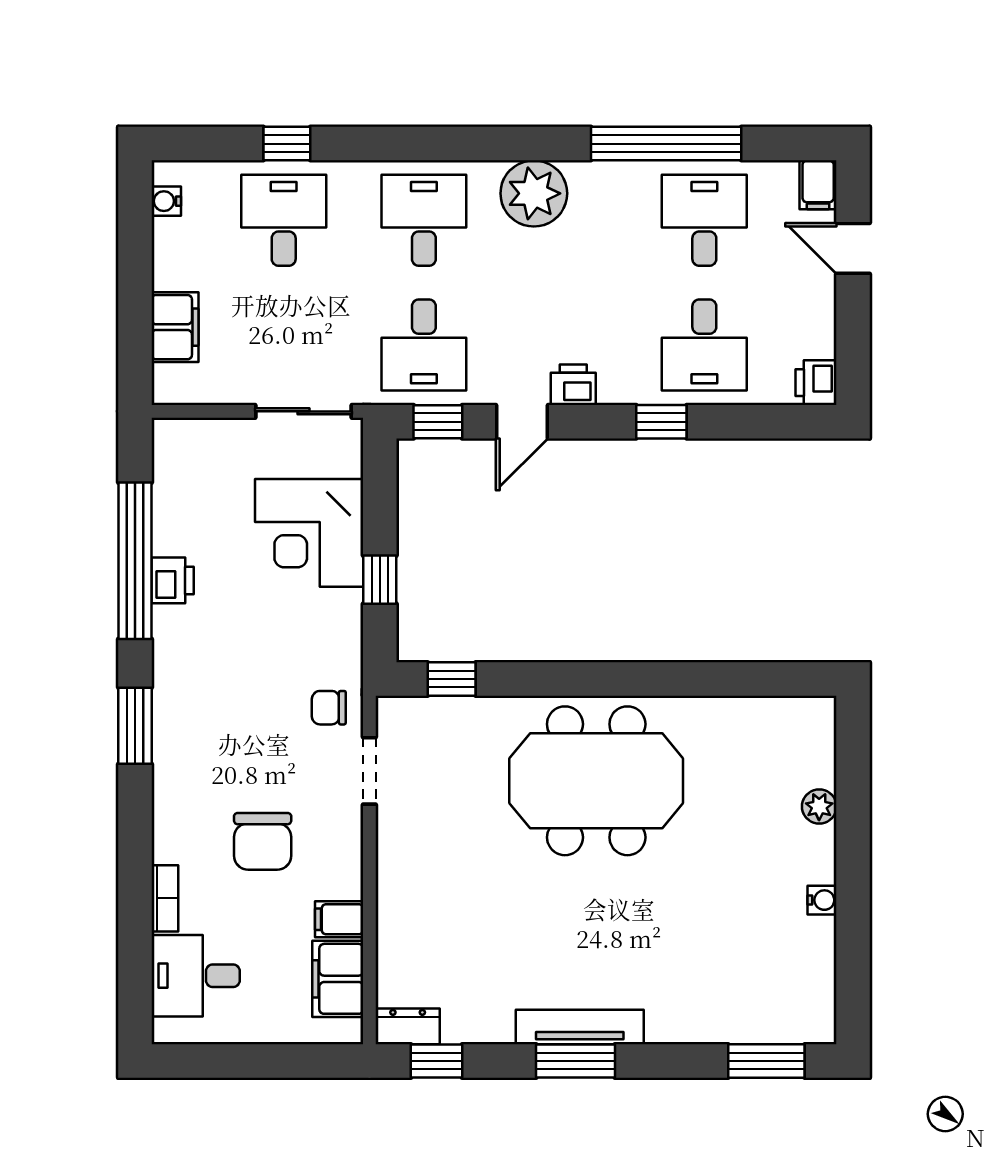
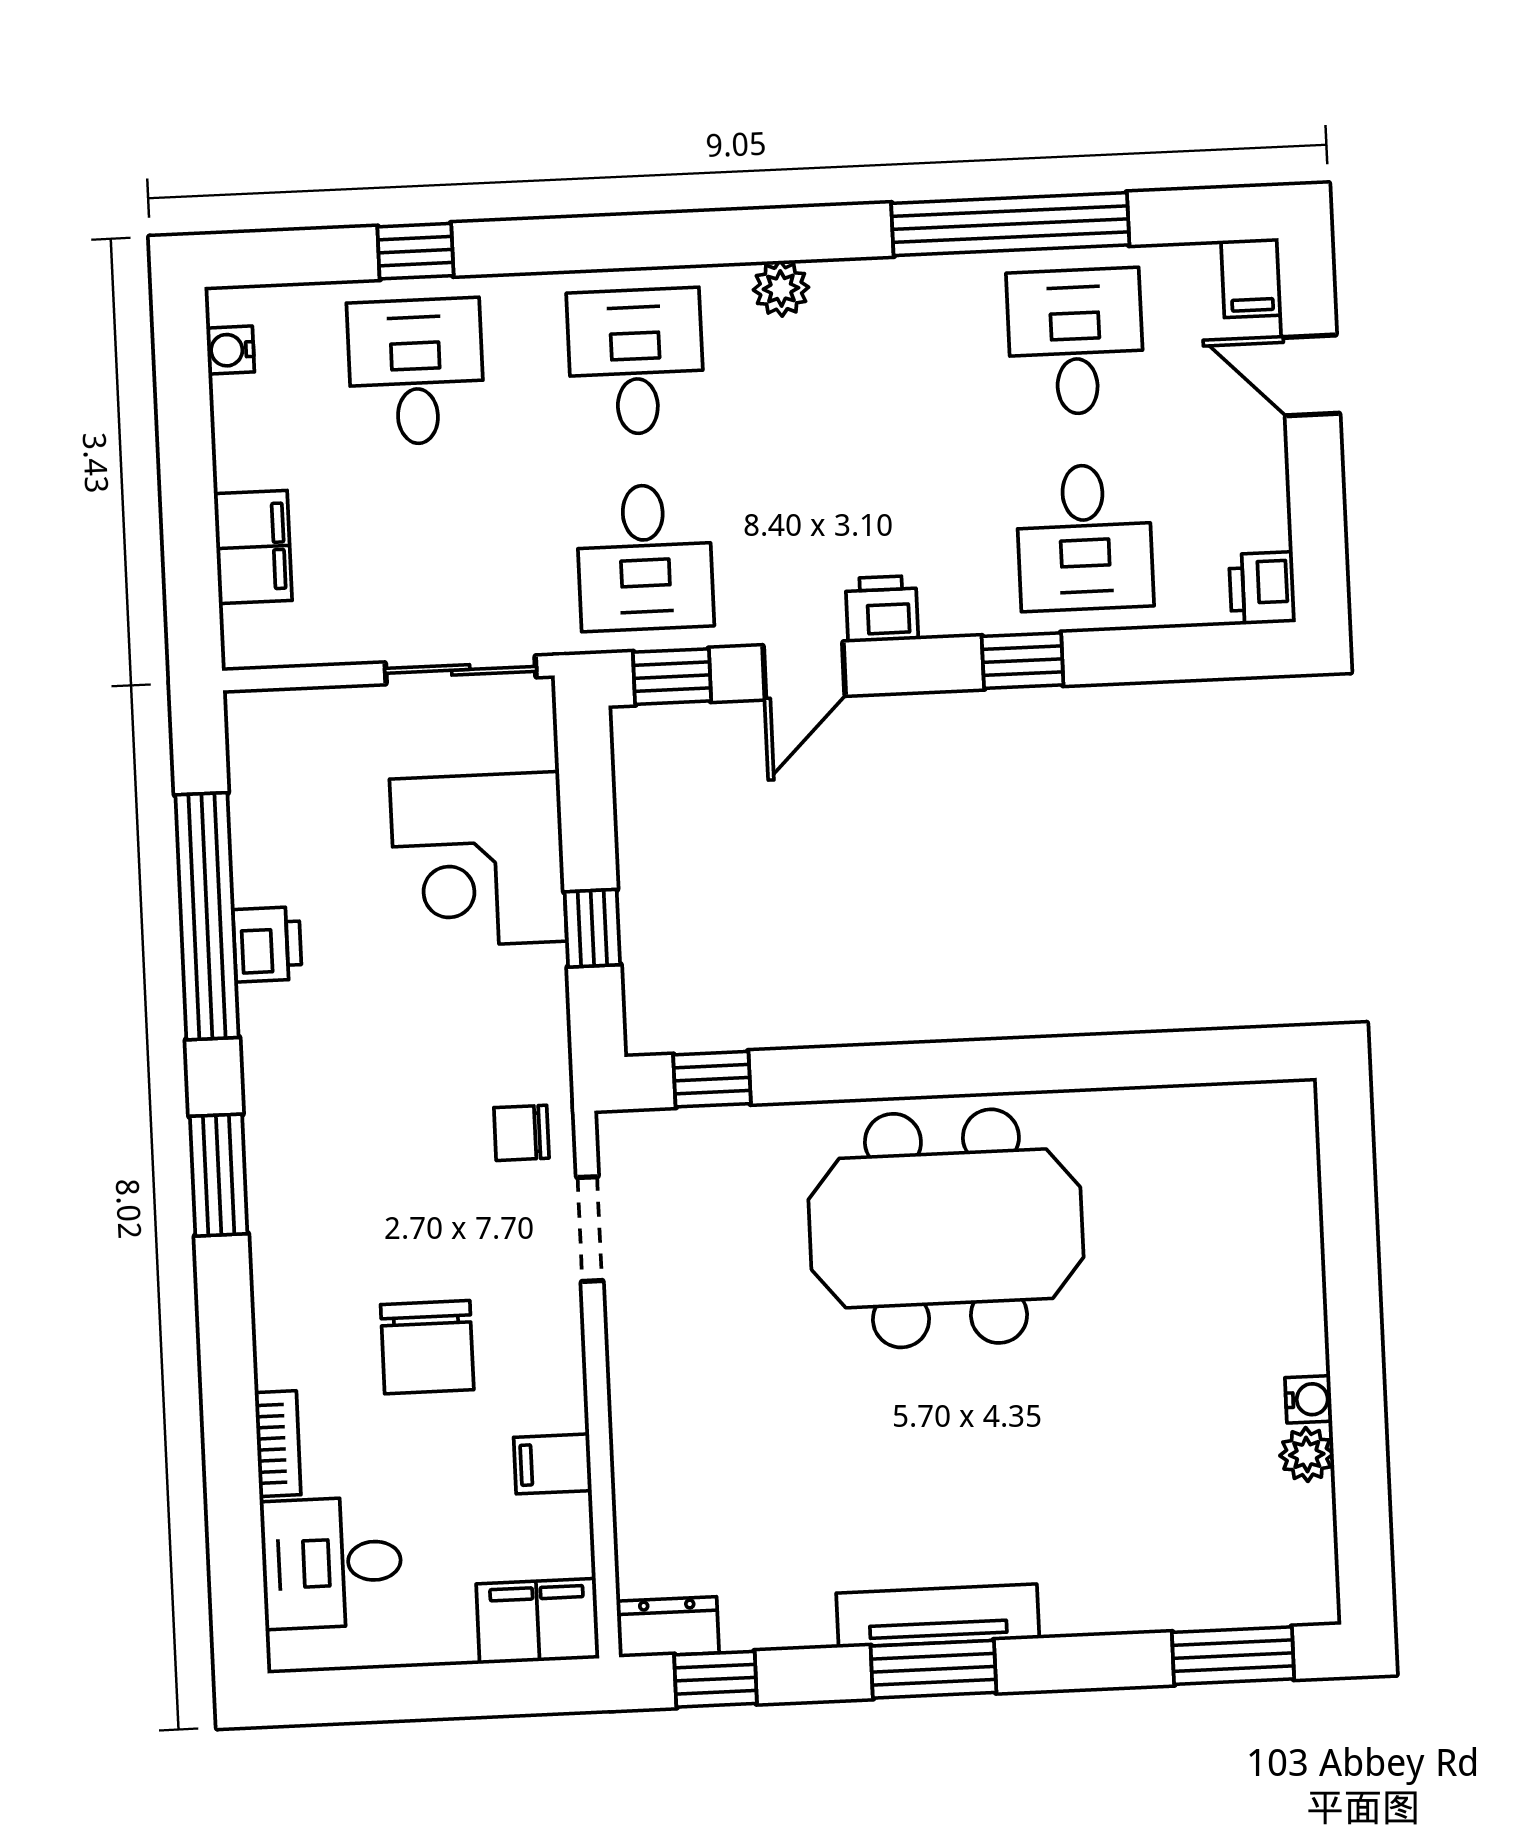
plant: (534, 193) -> (781, 288), width x0.53, depth x0.53
plant: (819, 807) -> (1307, 1454), moved
filing cabinet: (338, 979) -> (538, 1621), moved, turned 90

